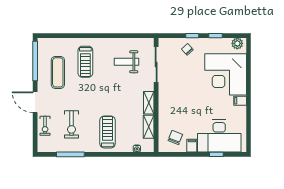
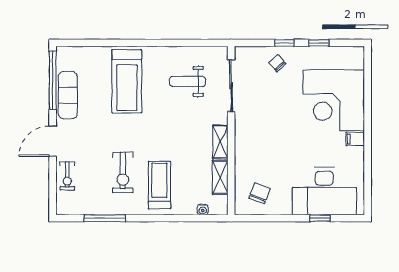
plant: (237, 43) -> (351, 54), removed
treadmill: (85, 62) -> (127, 81), width x1.37, depth x1.38
exercise mat: (58, 72) -> (68, 95), moved
door: (35, 102) -> (53, 141), hinge flipped
exercise bike: (72, 124) -> (123, 172), moved
filing cabinet: (192, 146) -> (284, 205), removed

